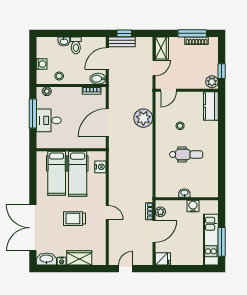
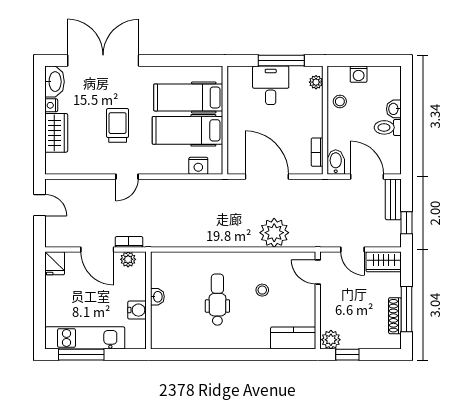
window: (124, 33) -> (407, 223), moved
dental chair: (186, 155) -> (217, 300), turned 180

